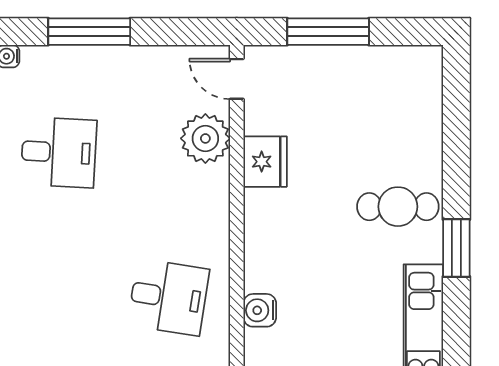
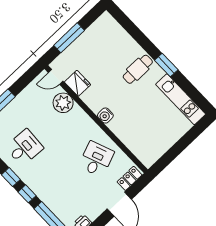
fridge: (265, 162) -> (78, 83), moved
desk: (168, 297) -> (96, 159), turned -30
water cooler: (260, 310) -> (105, 116), moved

